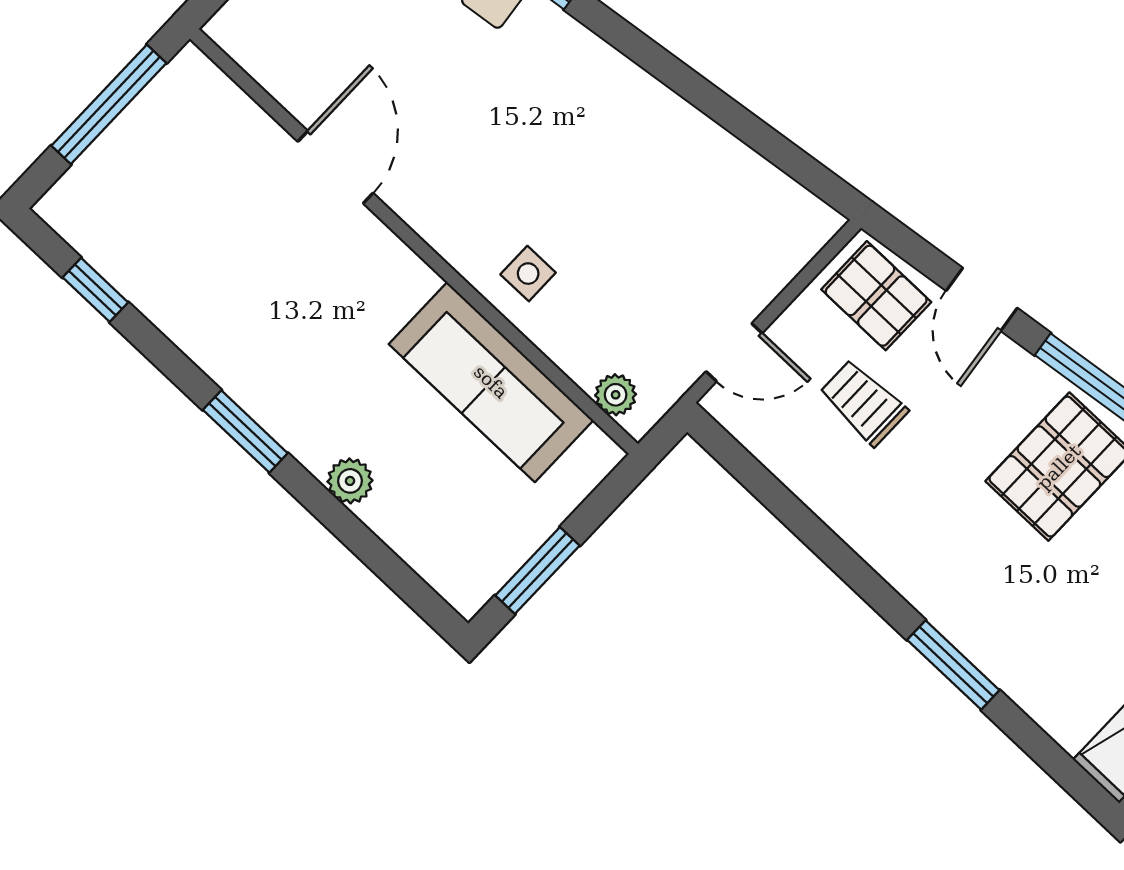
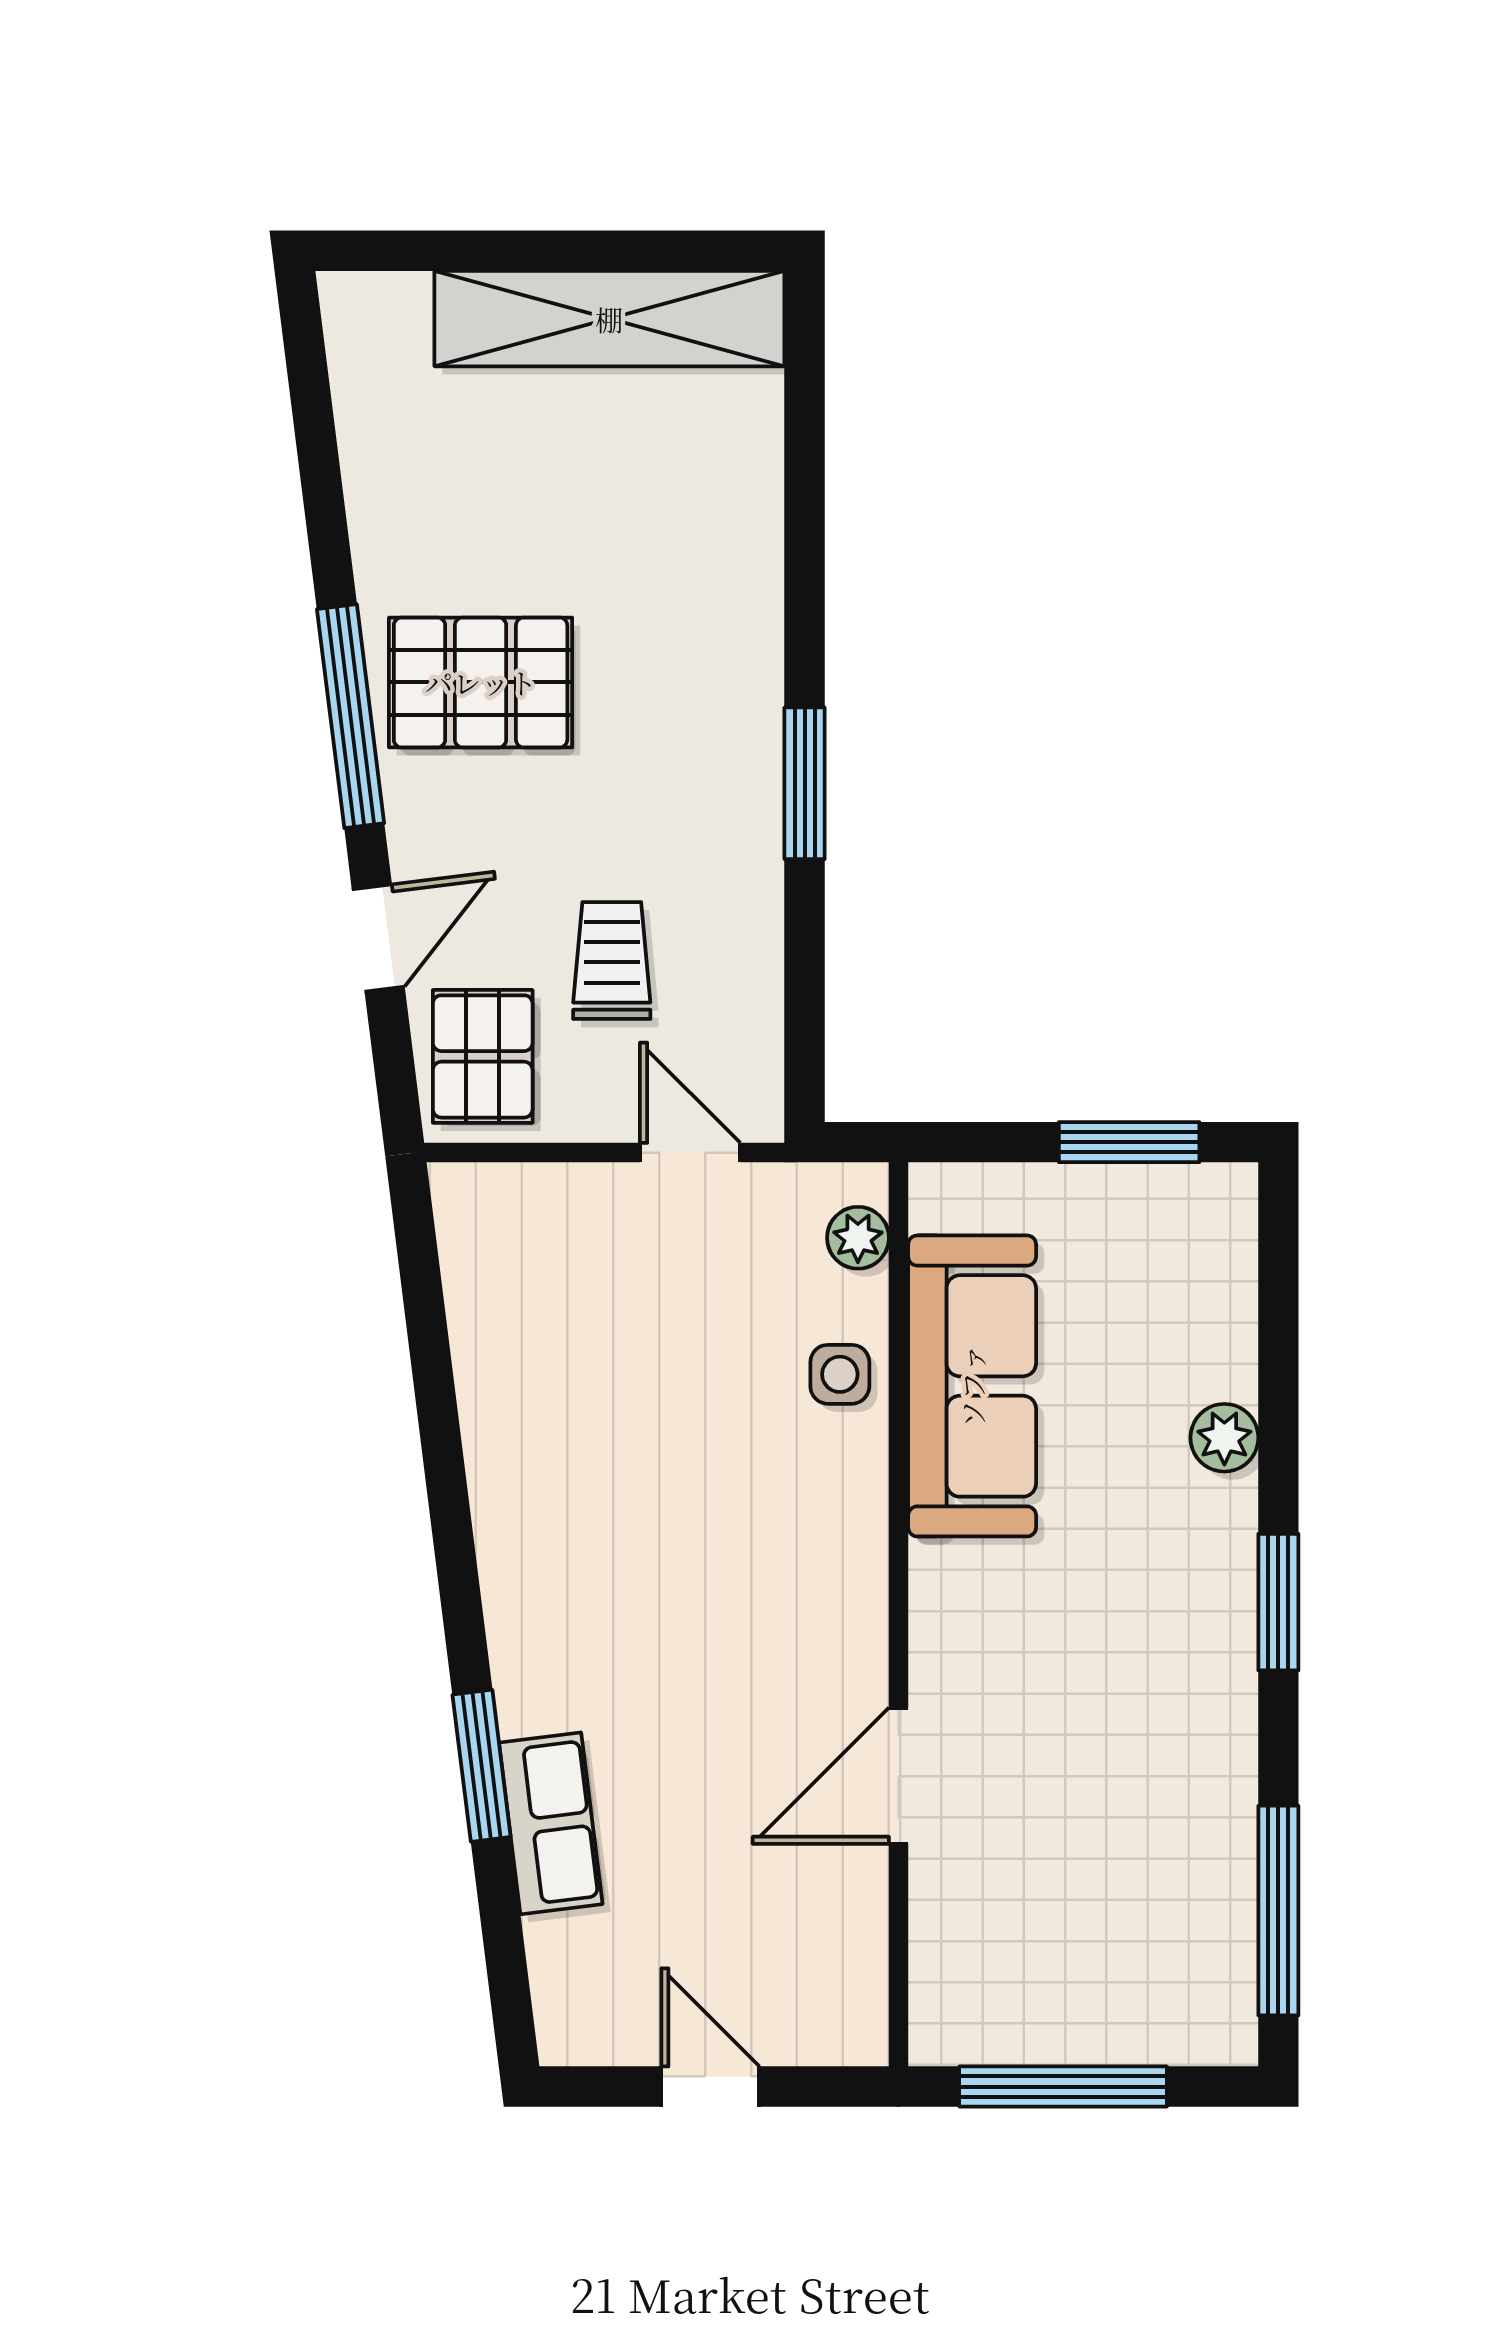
side table: (528, 274) -> (840, 1374), moved
window: (95, 290) -> (1278, 1911), width x2.17
trolley: (863, 402) -> (612, 961), turned 180
window: (953, 665) -> (805, 783), moved

